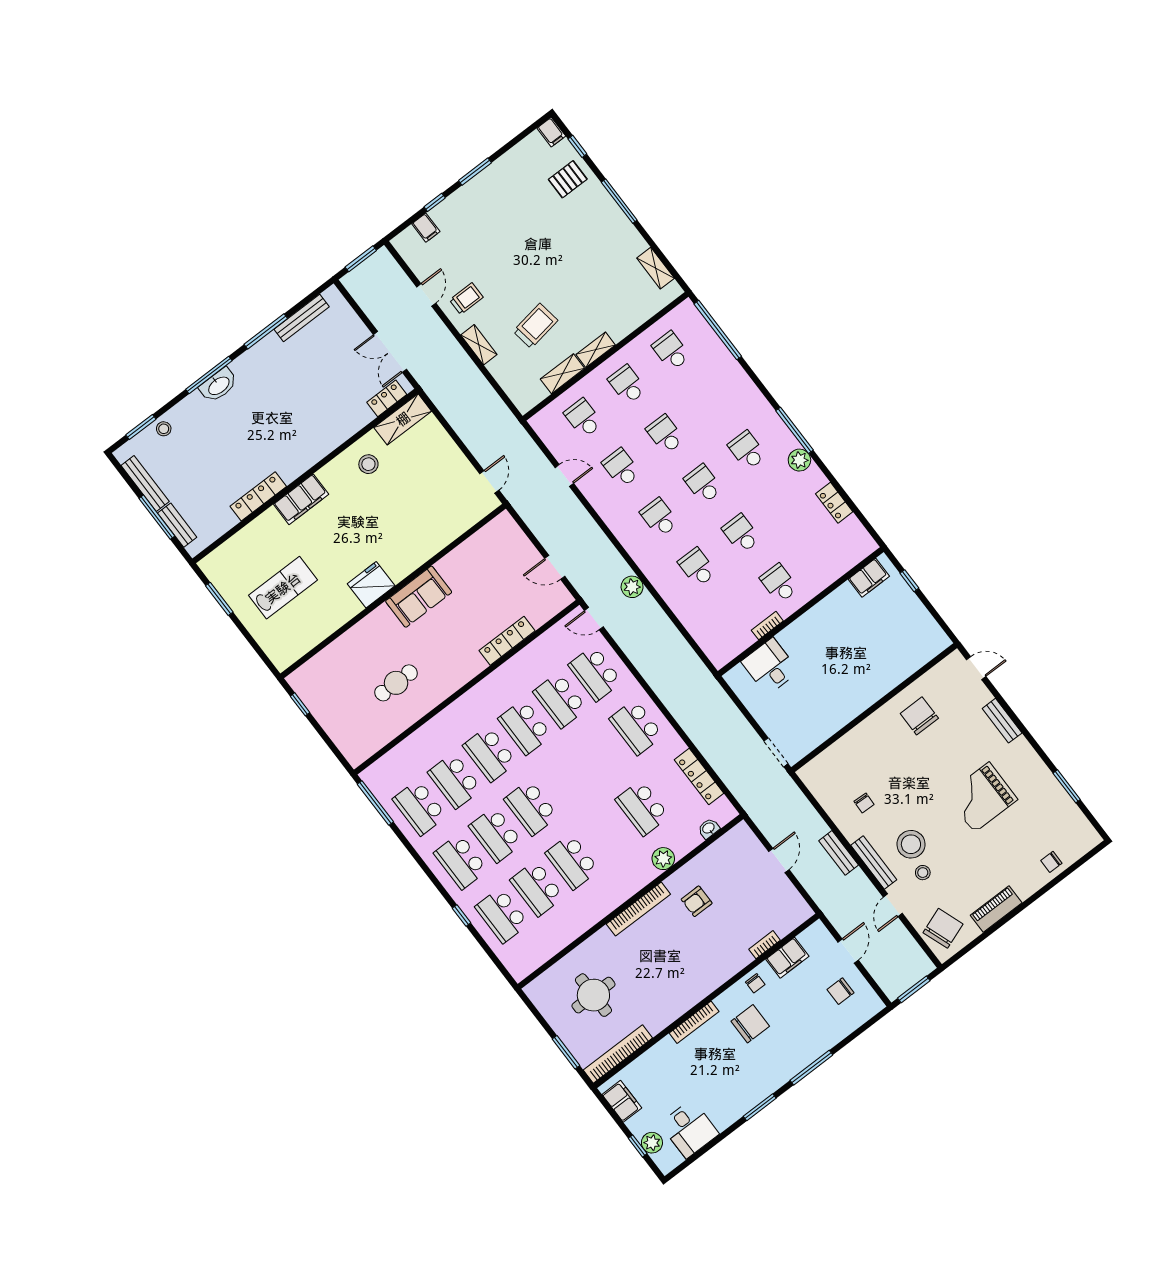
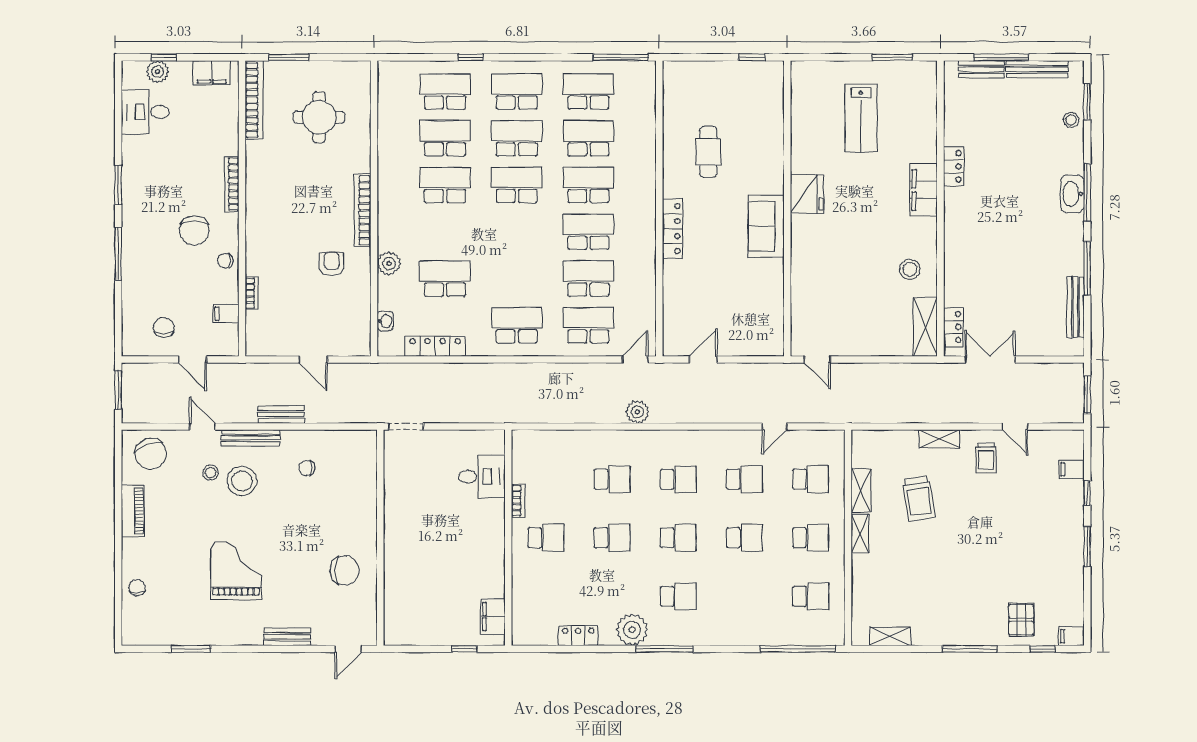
plant: (799, 460) -> (632, 630), width x1.36, depth x1.36
locker: (258, 496) -> (953, 166), width x0.66
locker: (507, 641) -> (672, 229), moved
filing cabinet: (787, 958) -> (226, 314), width x0.50

